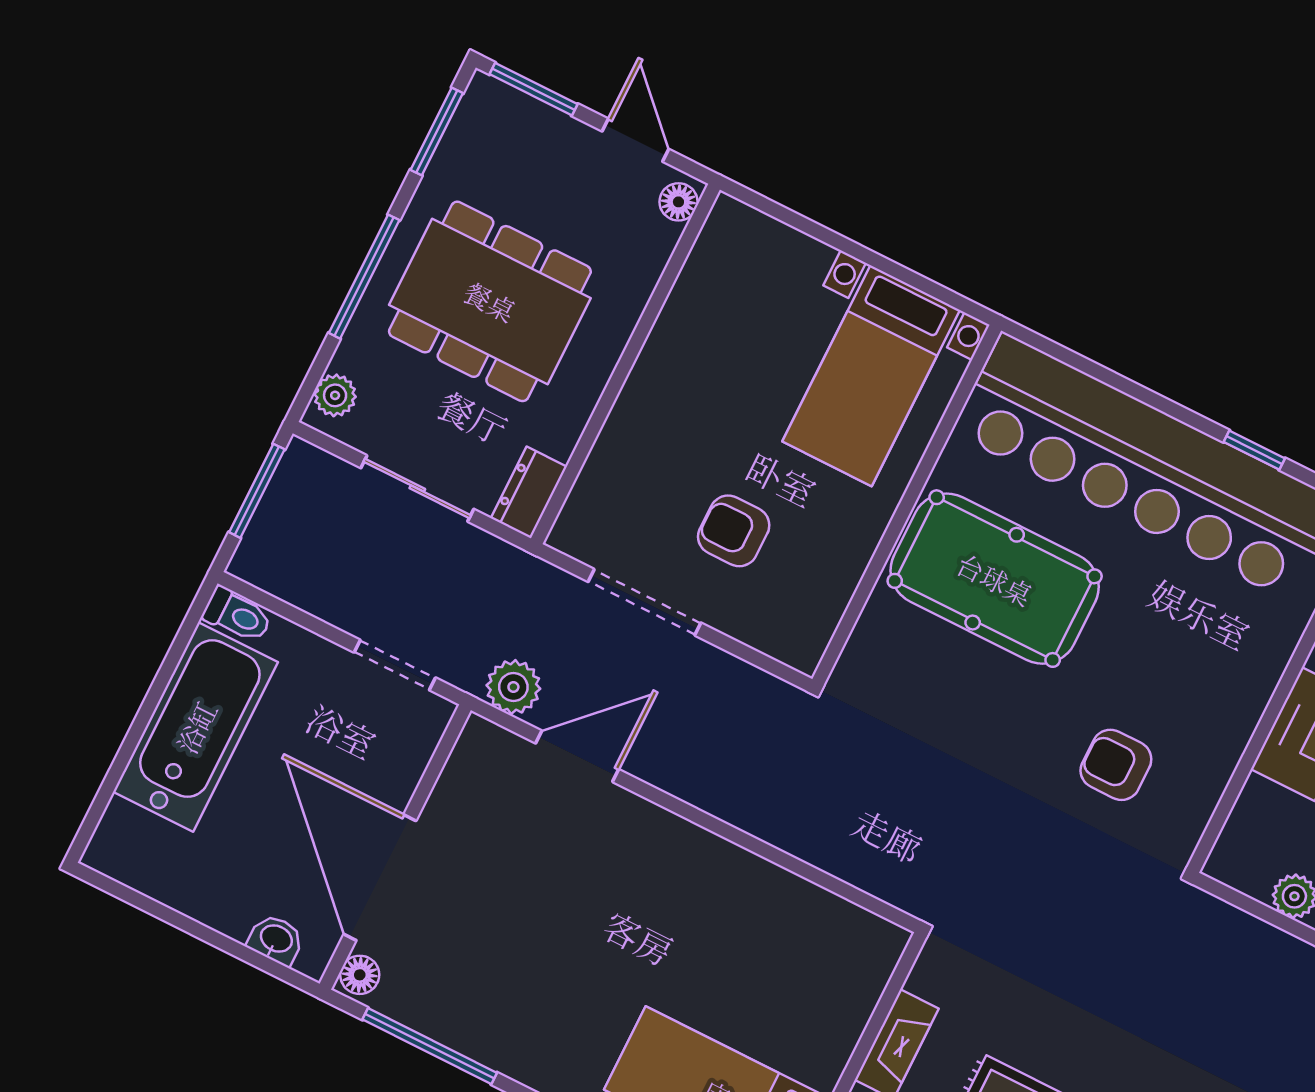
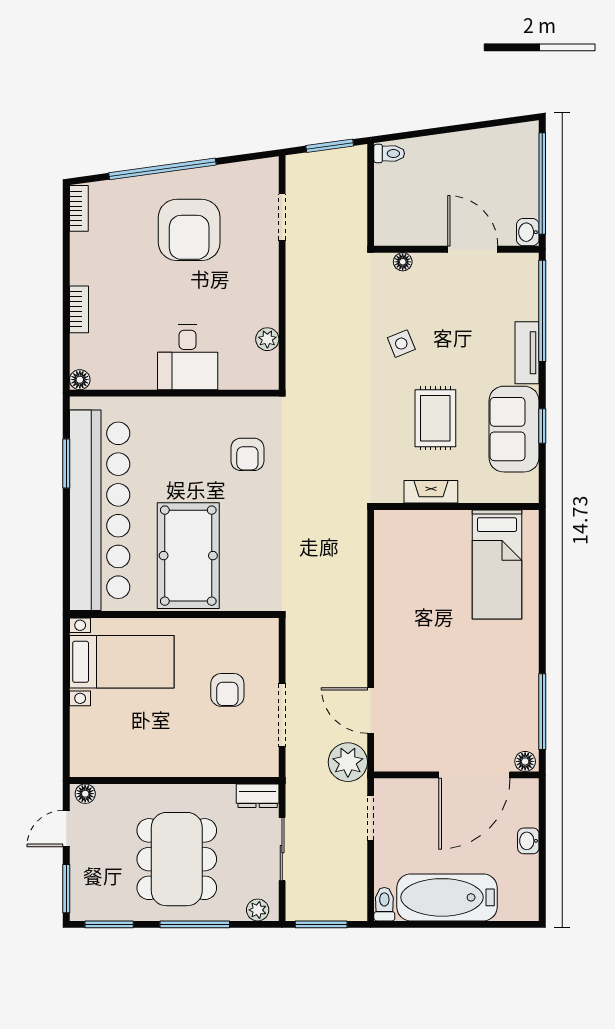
window: (1254, 450) -> (66, 463), width x1.50
plant: (513, 687) -> (348, 762), width x1.36, depth x1.36
washbasin: (276, 940) -> (528, 841), moved

